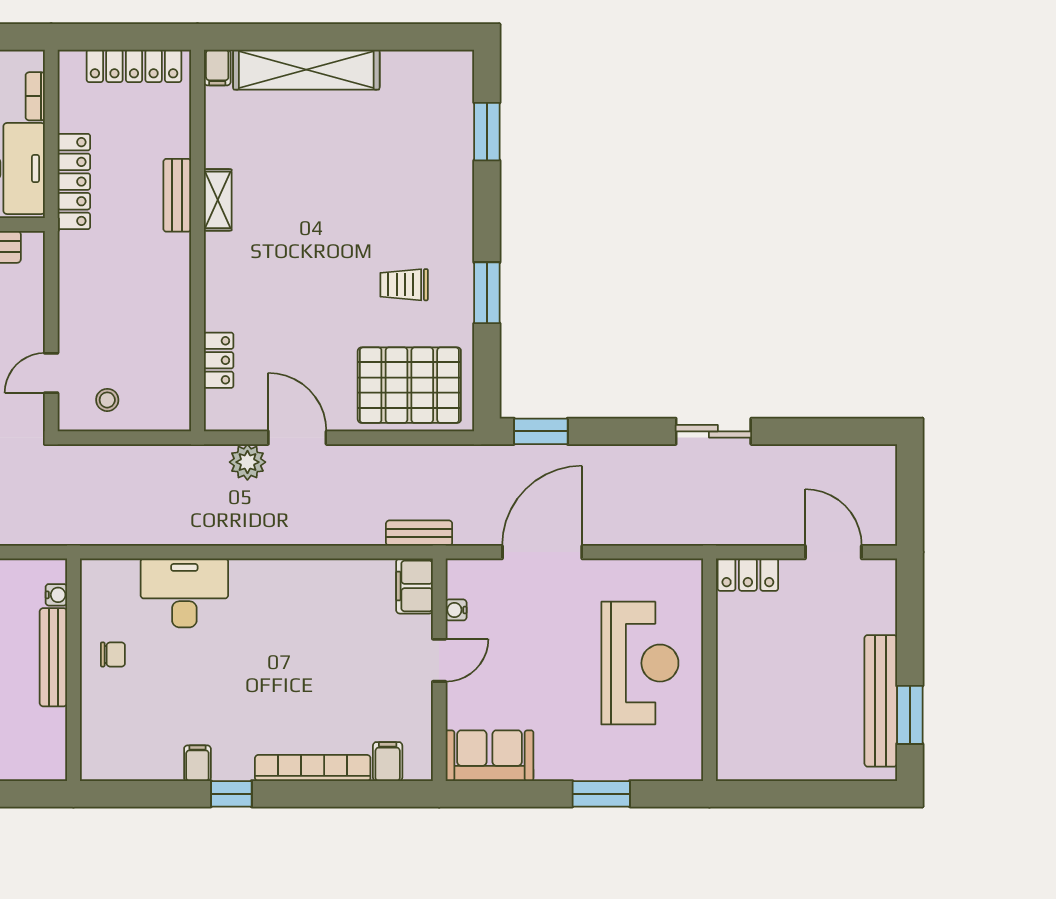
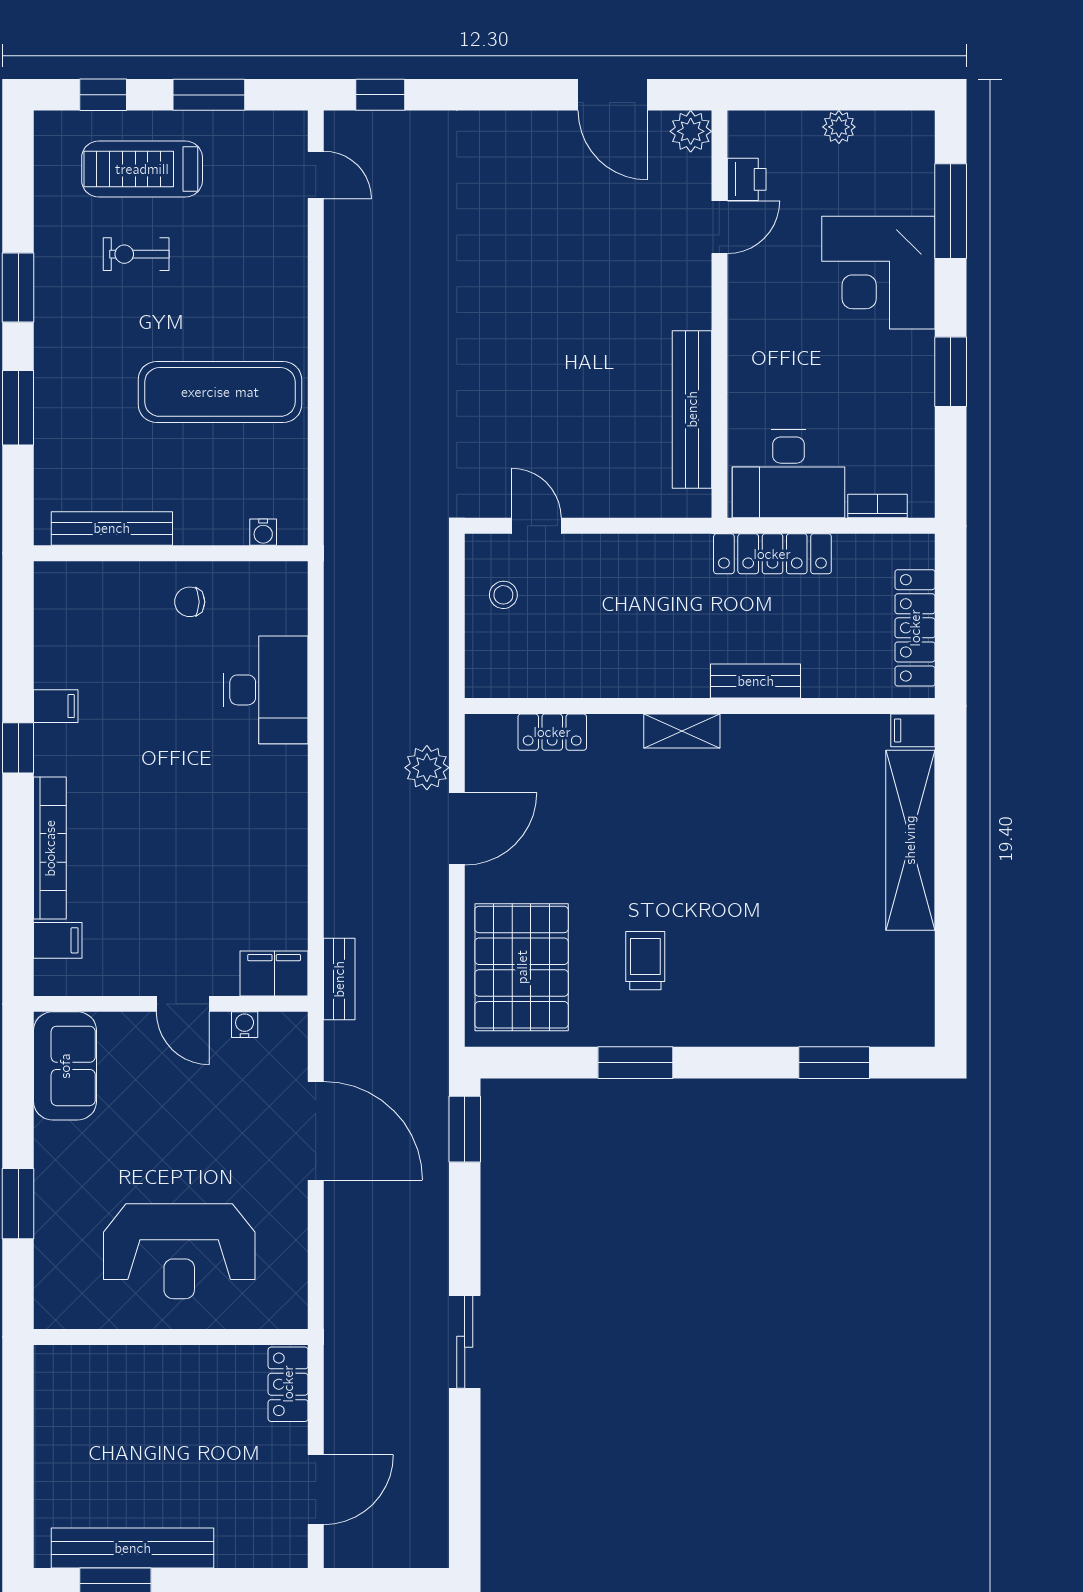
shelving: (218, 200) -> (682, 731), moved
chair: (113, 654) -> (190, 602), turned 90
bench: (53, 657) -> (112, 528), moved

